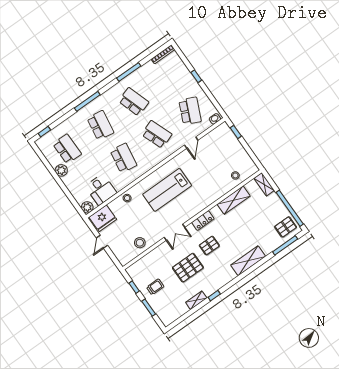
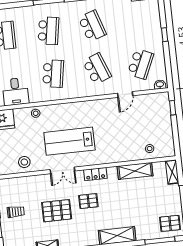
lab bench: (167, 190) -> (69, 141), moved

